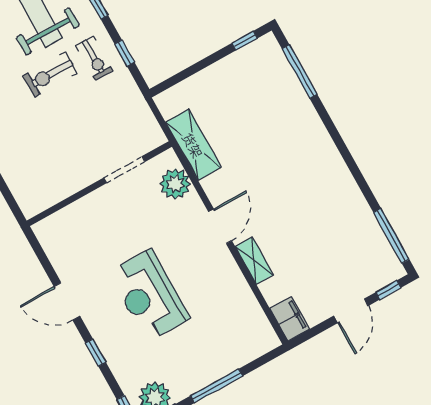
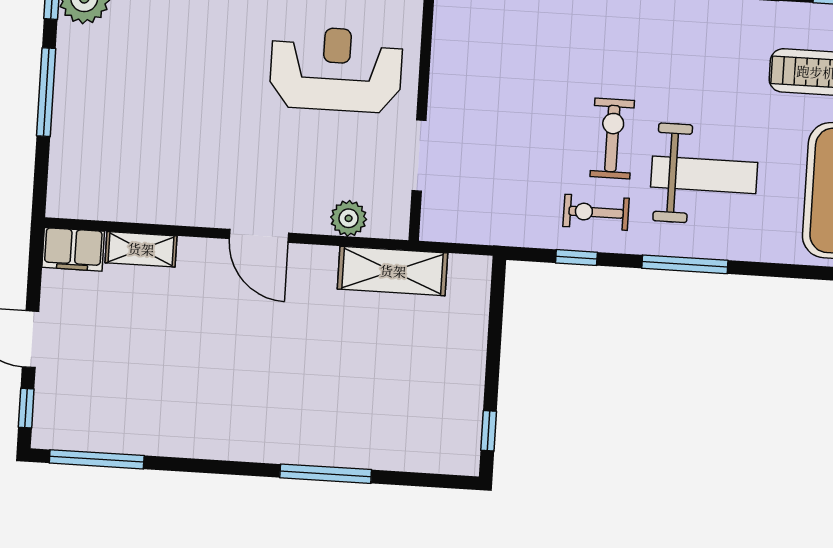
window: (300, 71) -> (326, 474), moved
plant: (175, 184) -> (349, 218), width x0.73, depth x0.73
shelving: (254, 261) -> (141, 249), moved
reception desk: (149, 295) -> (336, 69), moved

